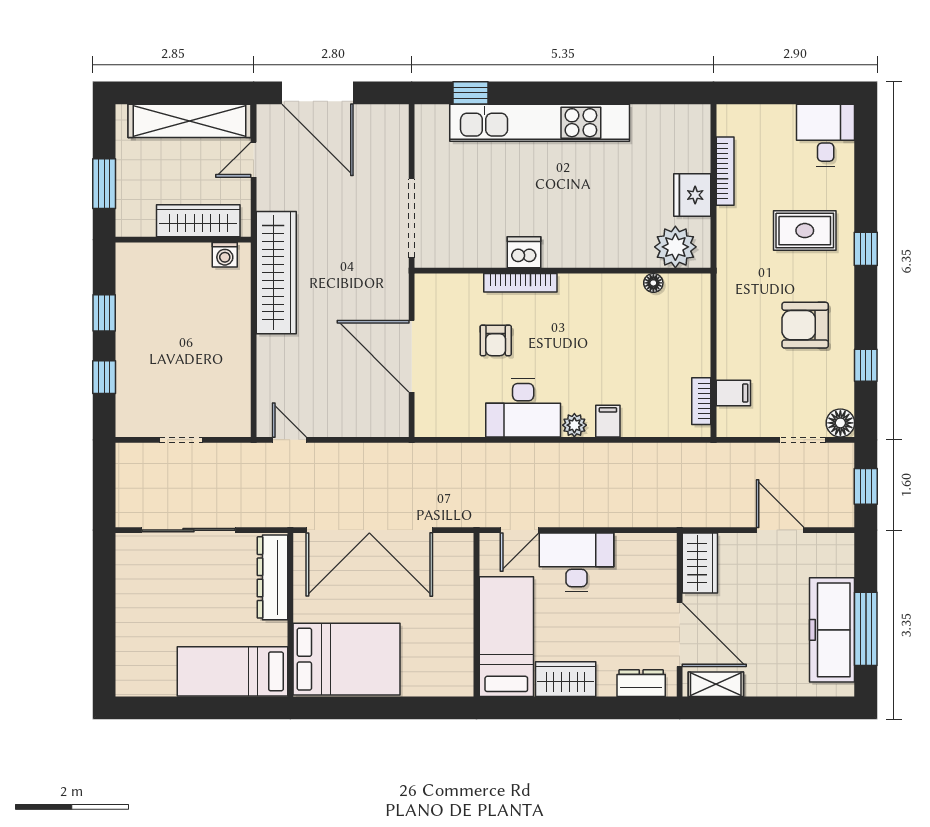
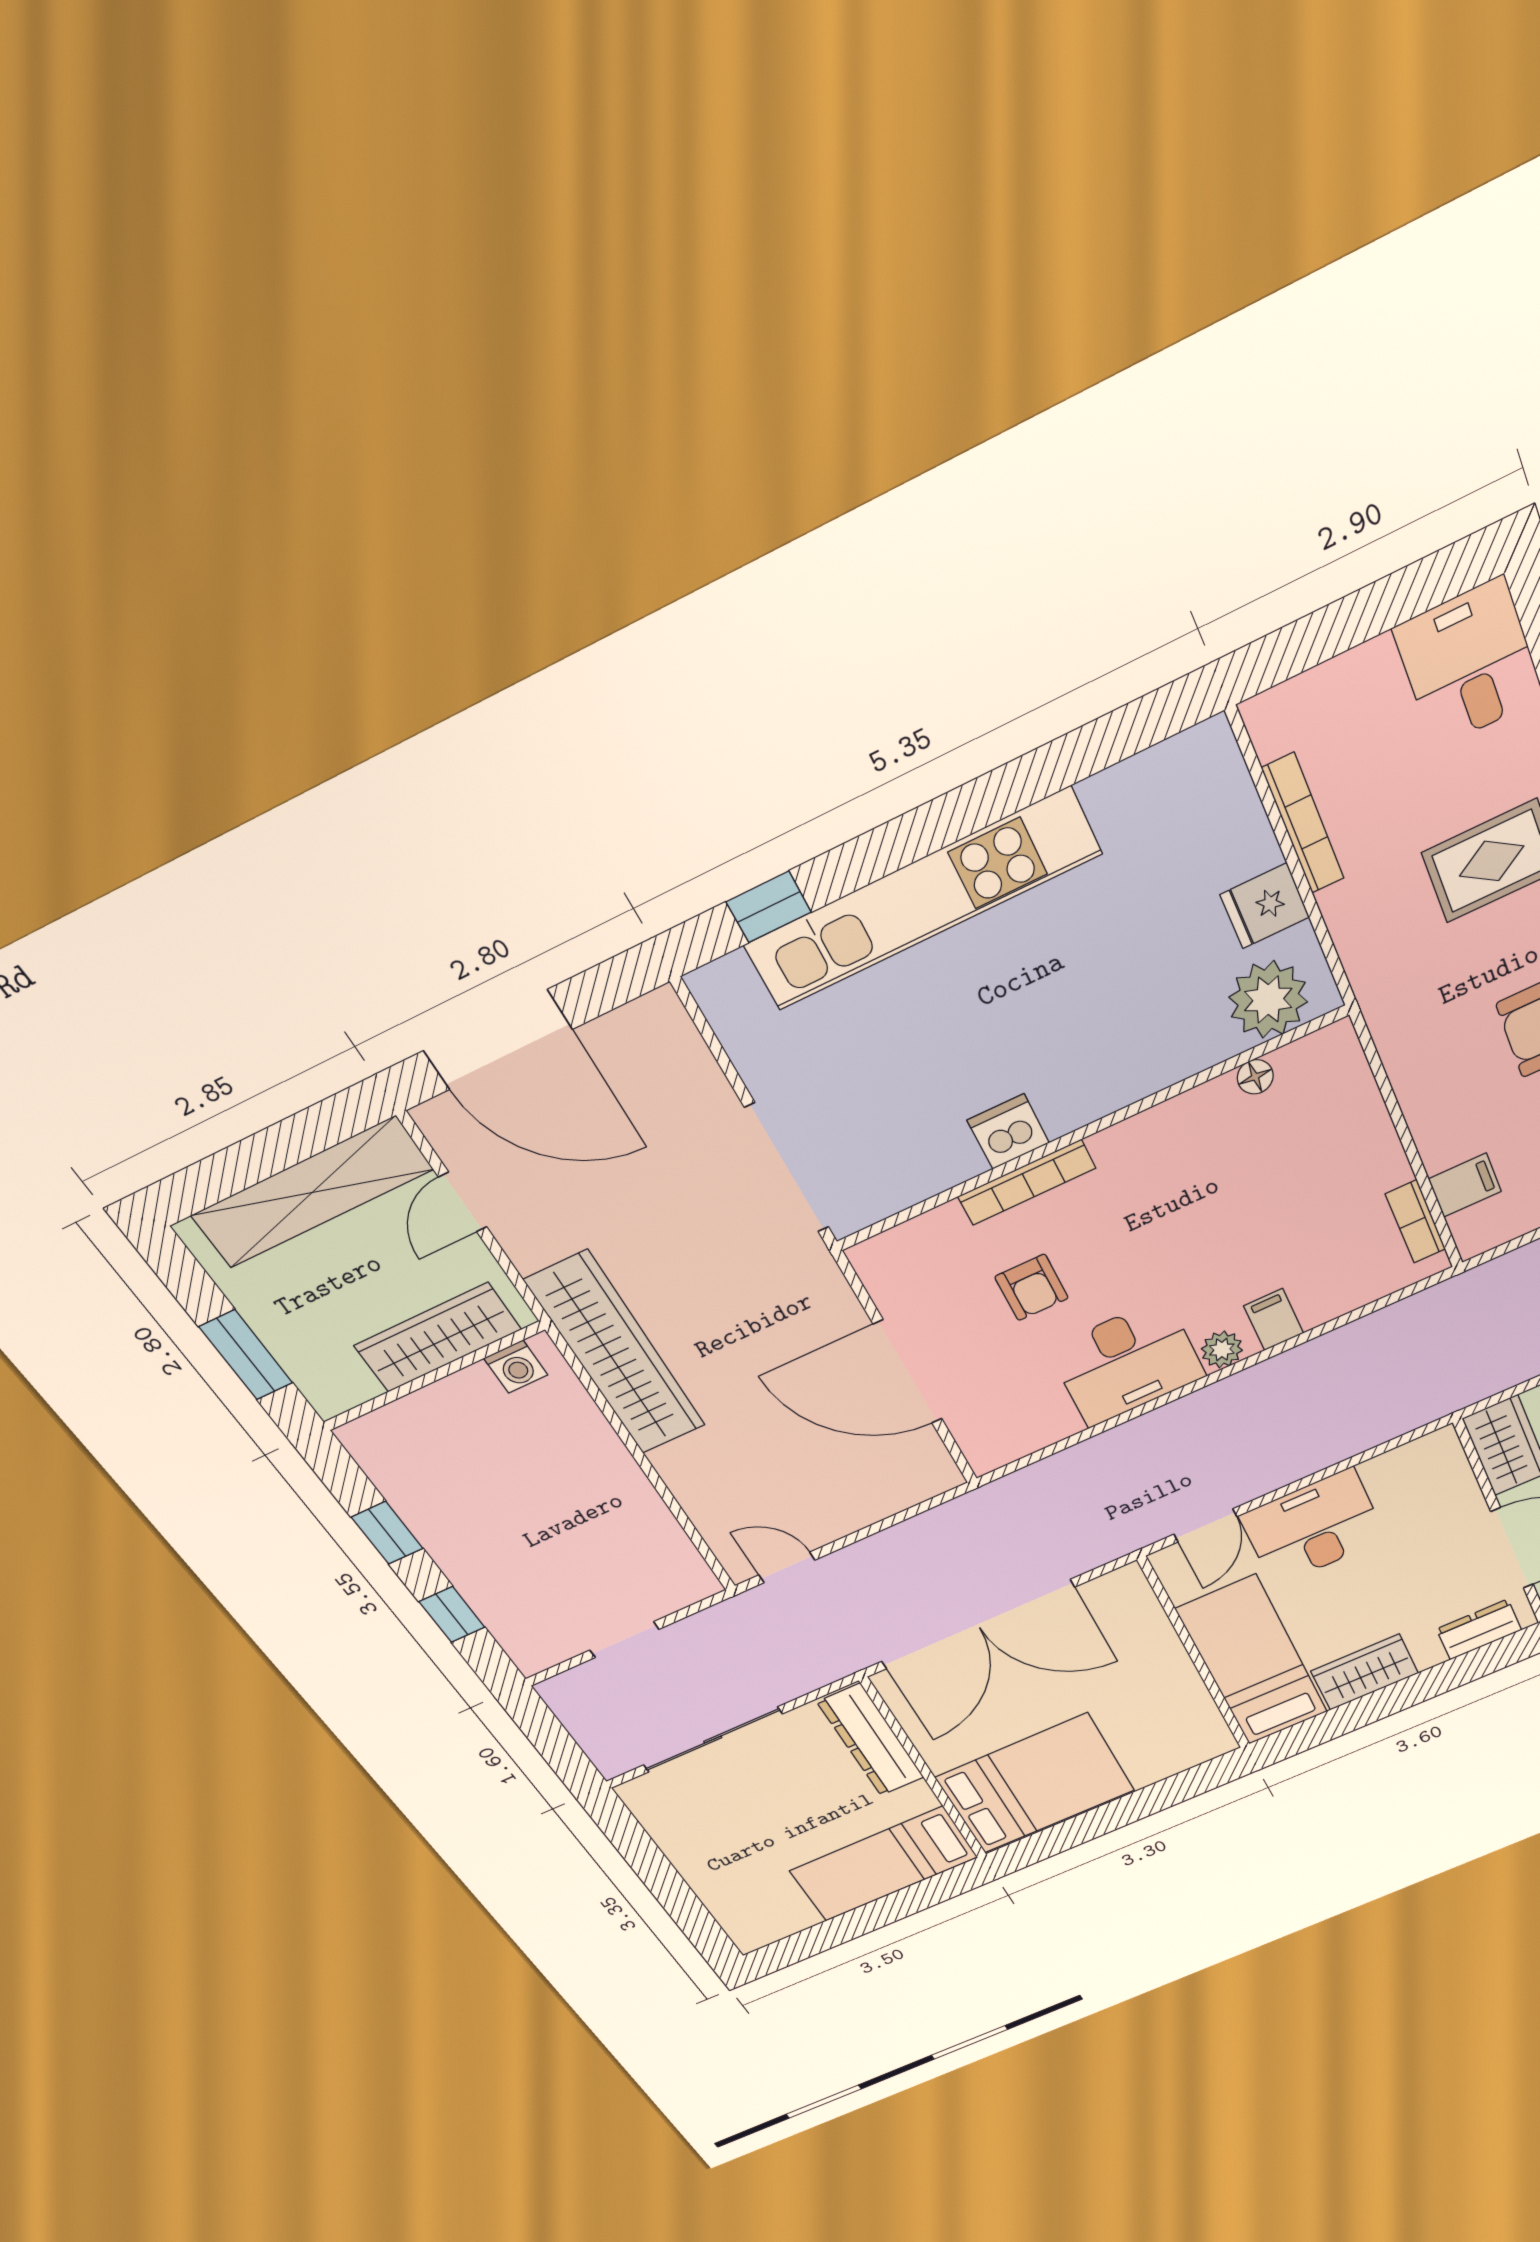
fridge: (692, 195) -> (1265, 906), width x0.72

